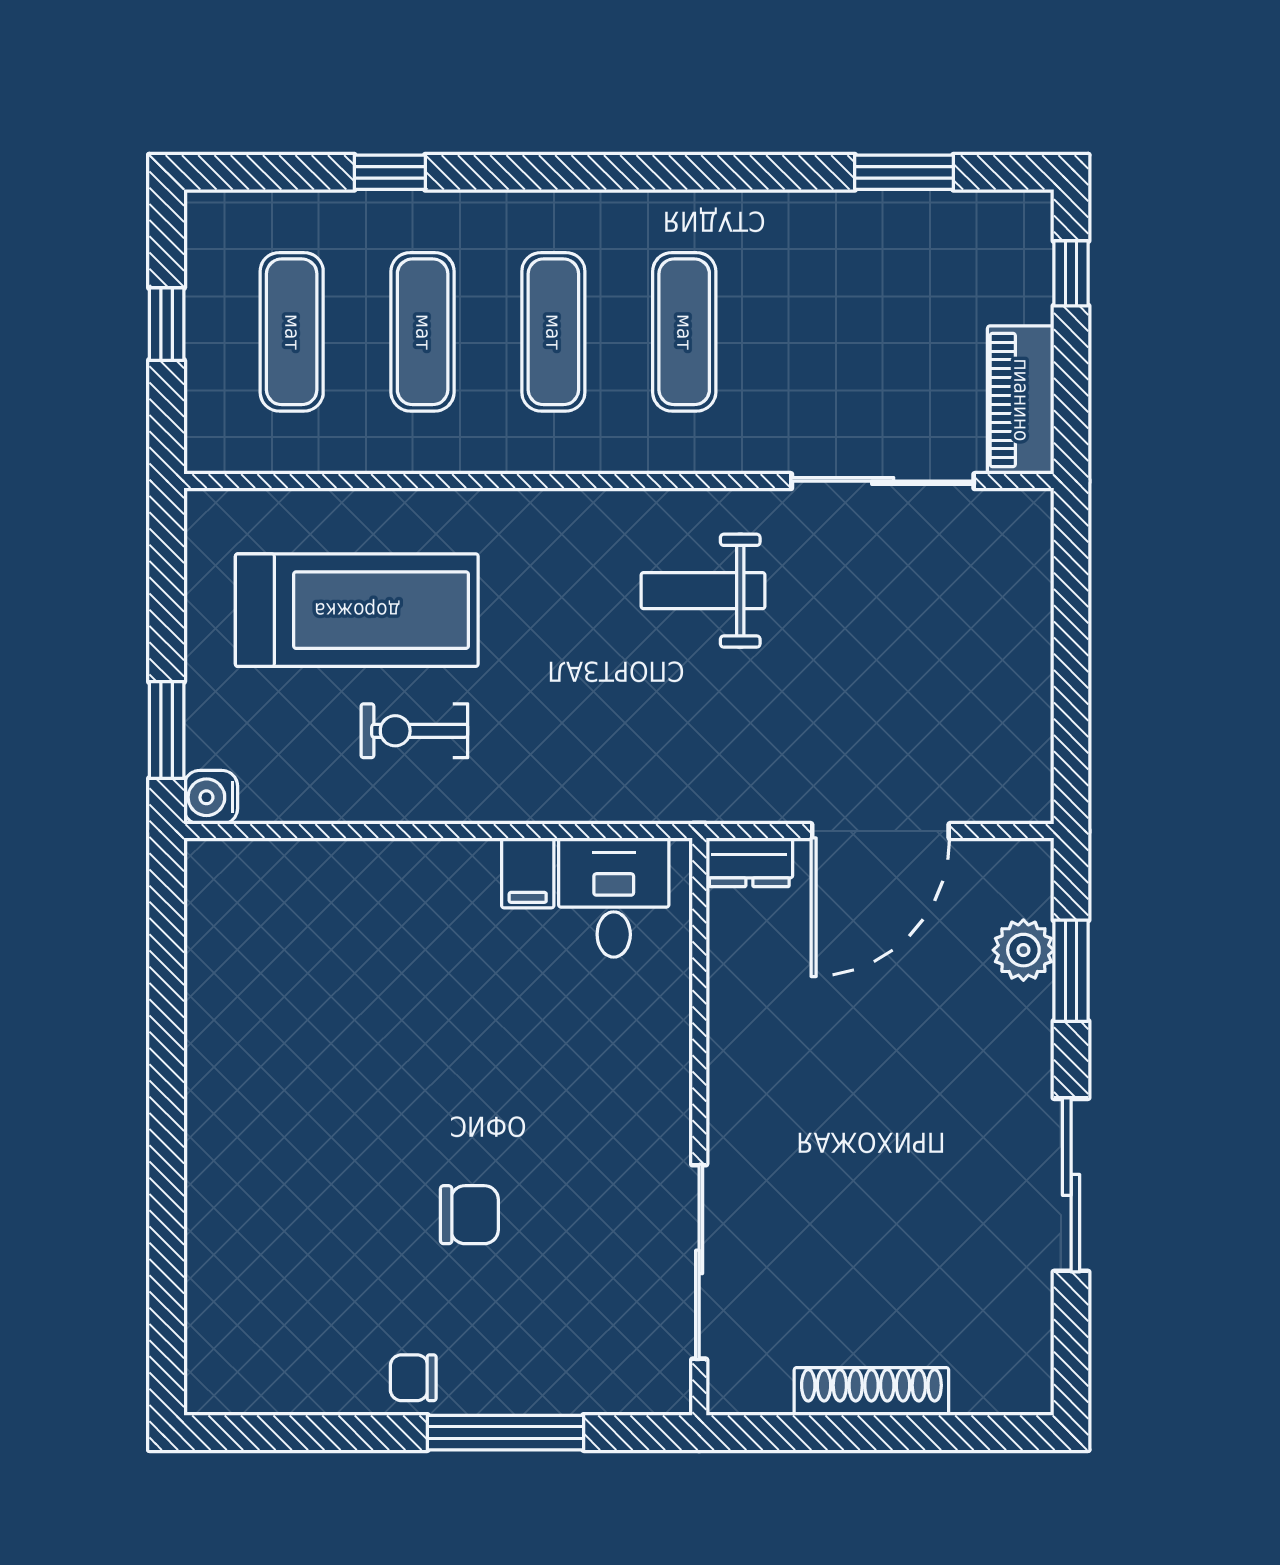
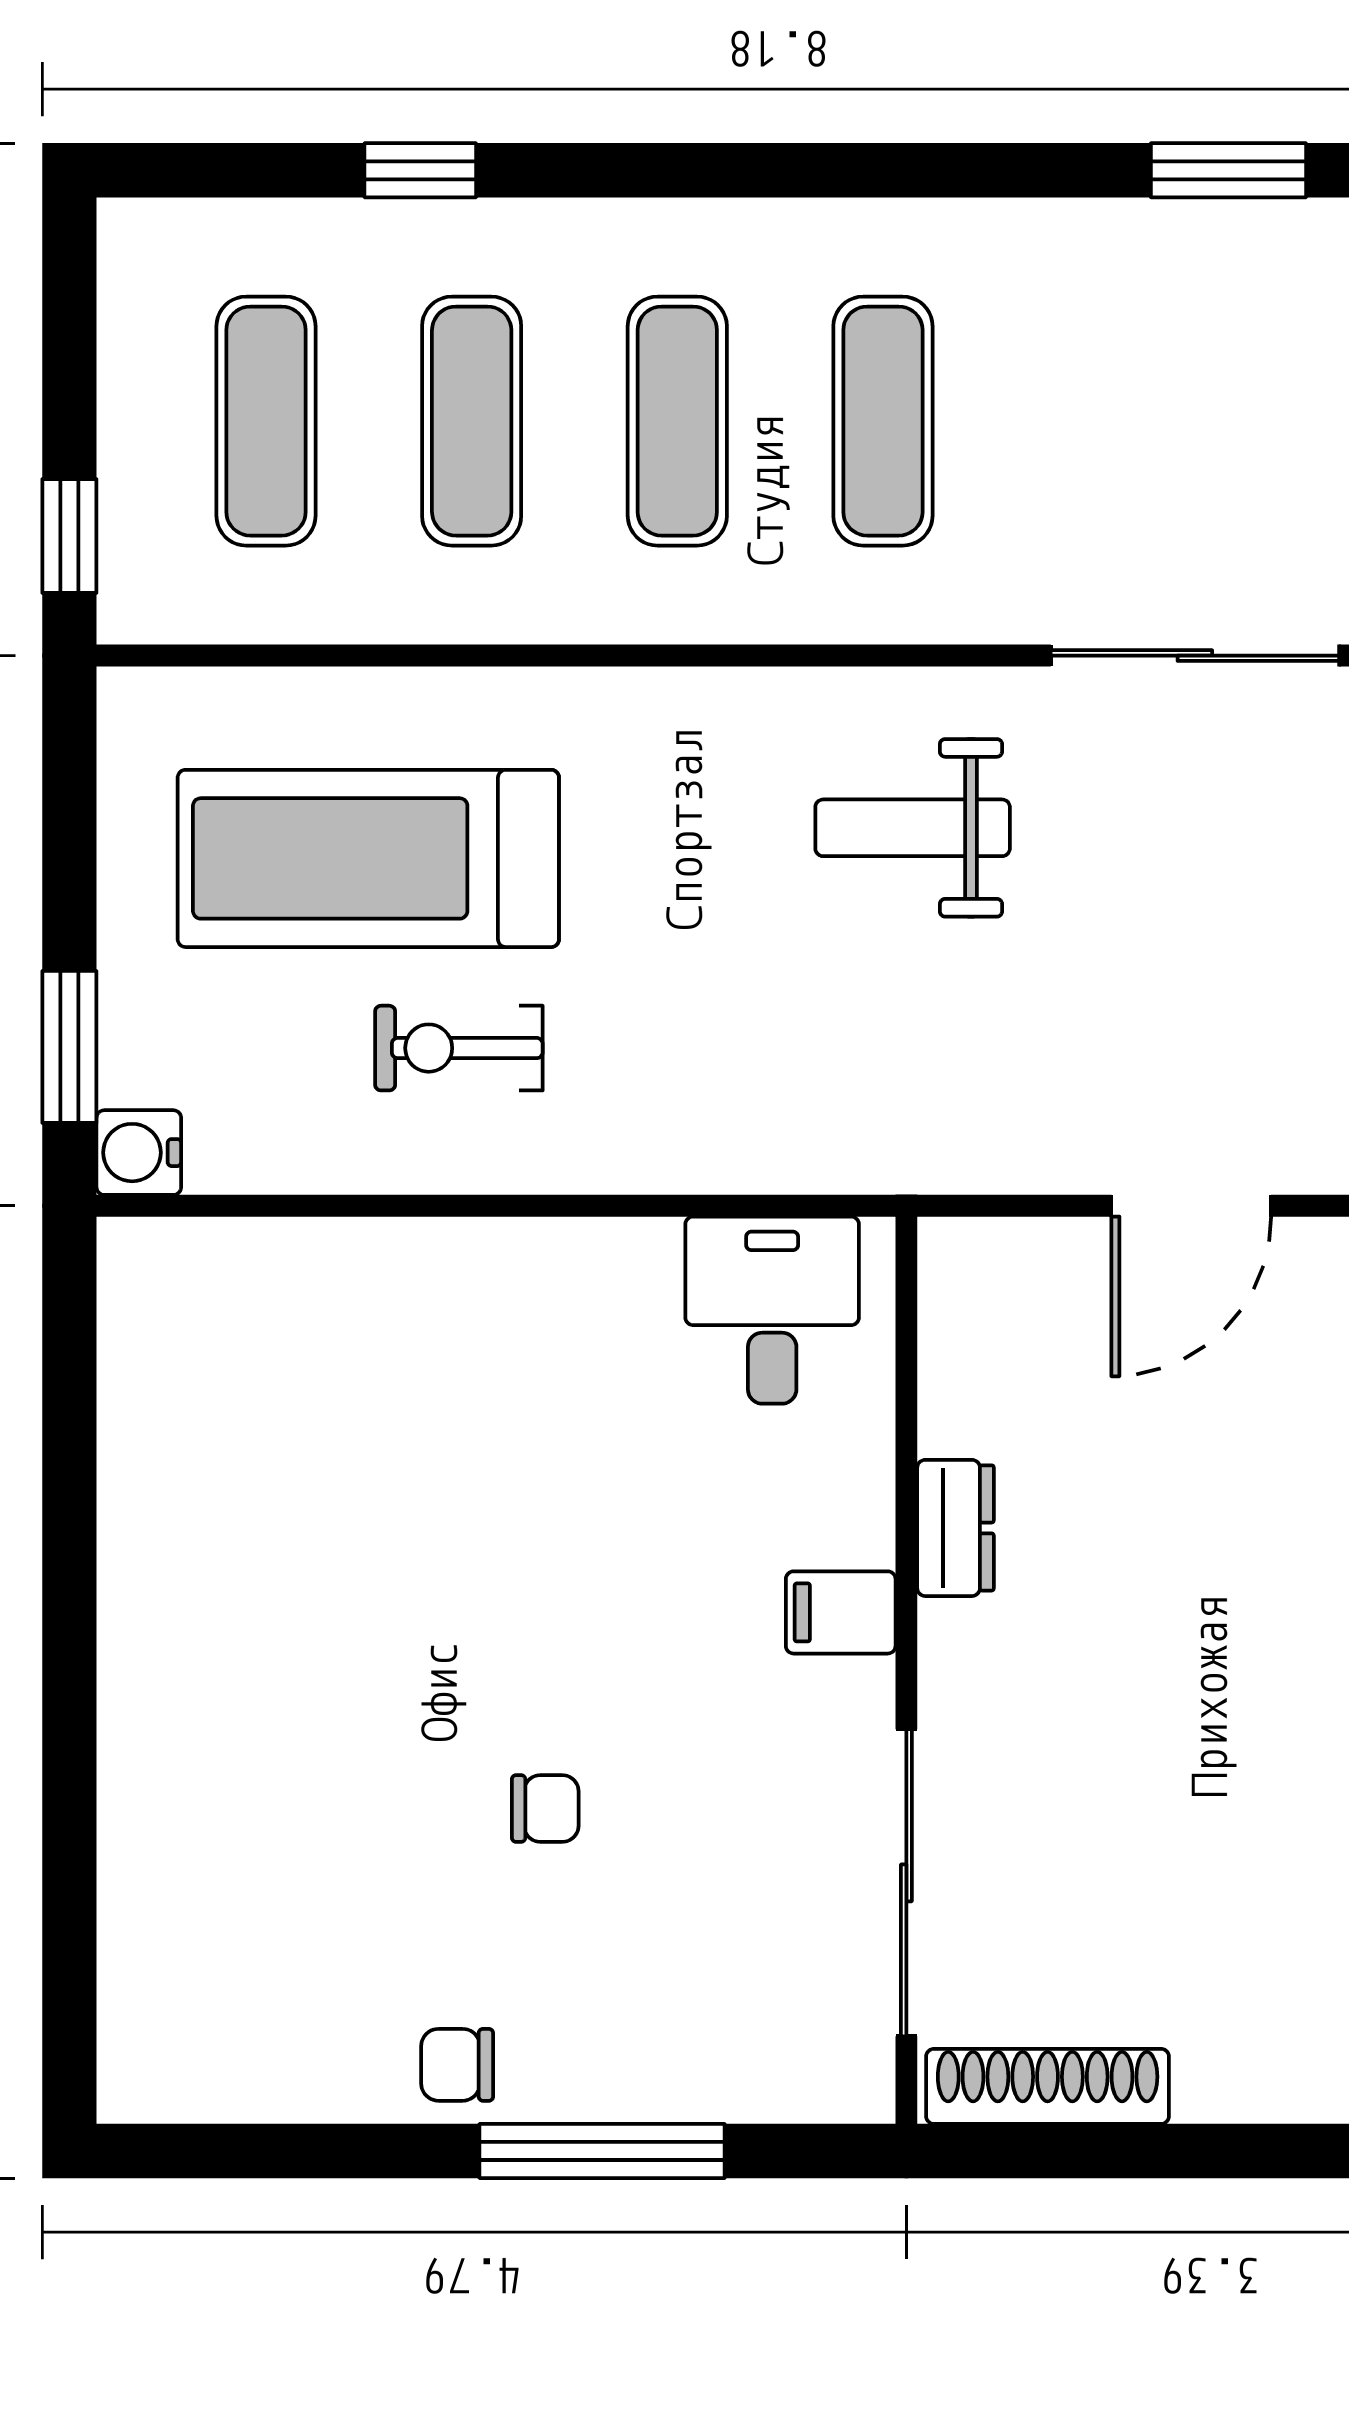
window: (167, 324) -> (69, 536), moved
treadmill: (357, 610) -> (368, 858), turned 180
door: (880, 831) -> (1191, 1206), width x0.73
dresser: (749, 862) -> (955, 1528), moved, turned -90
filing cabinet: (528, 873) -> (841, 1612), moved, turned 90
chair: (469, 1215) -> (545, 1809), width x0.73, depth x0.73
shoe rack: (871, 1391) -> (1048, 2086), moved

